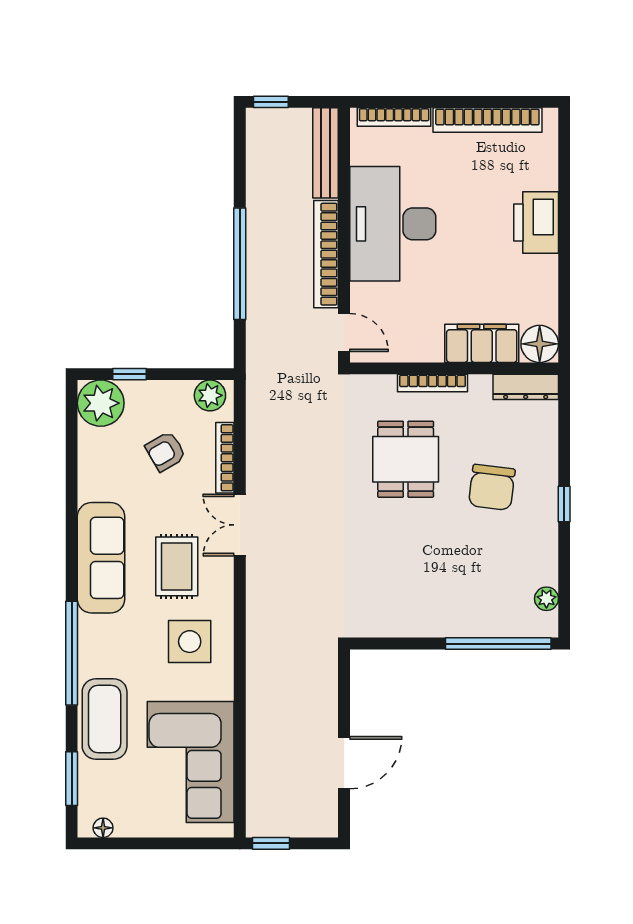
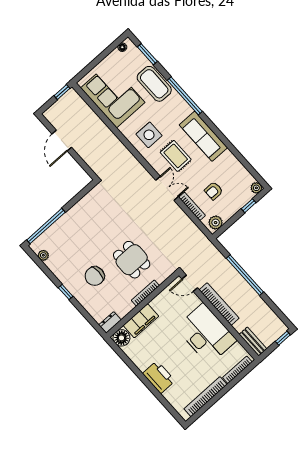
bench: (326, 153) -> (253, 342), width x0.73
dresser: (526, 387) -> (110, 322), width x0.70
plant: (101, 403) -> (256, 188), width x0.53, depth x0.53
armchair: (166, 451) -> (214, 191), turned -150
chair: (492, 487) -> (95, 276), turned -97

